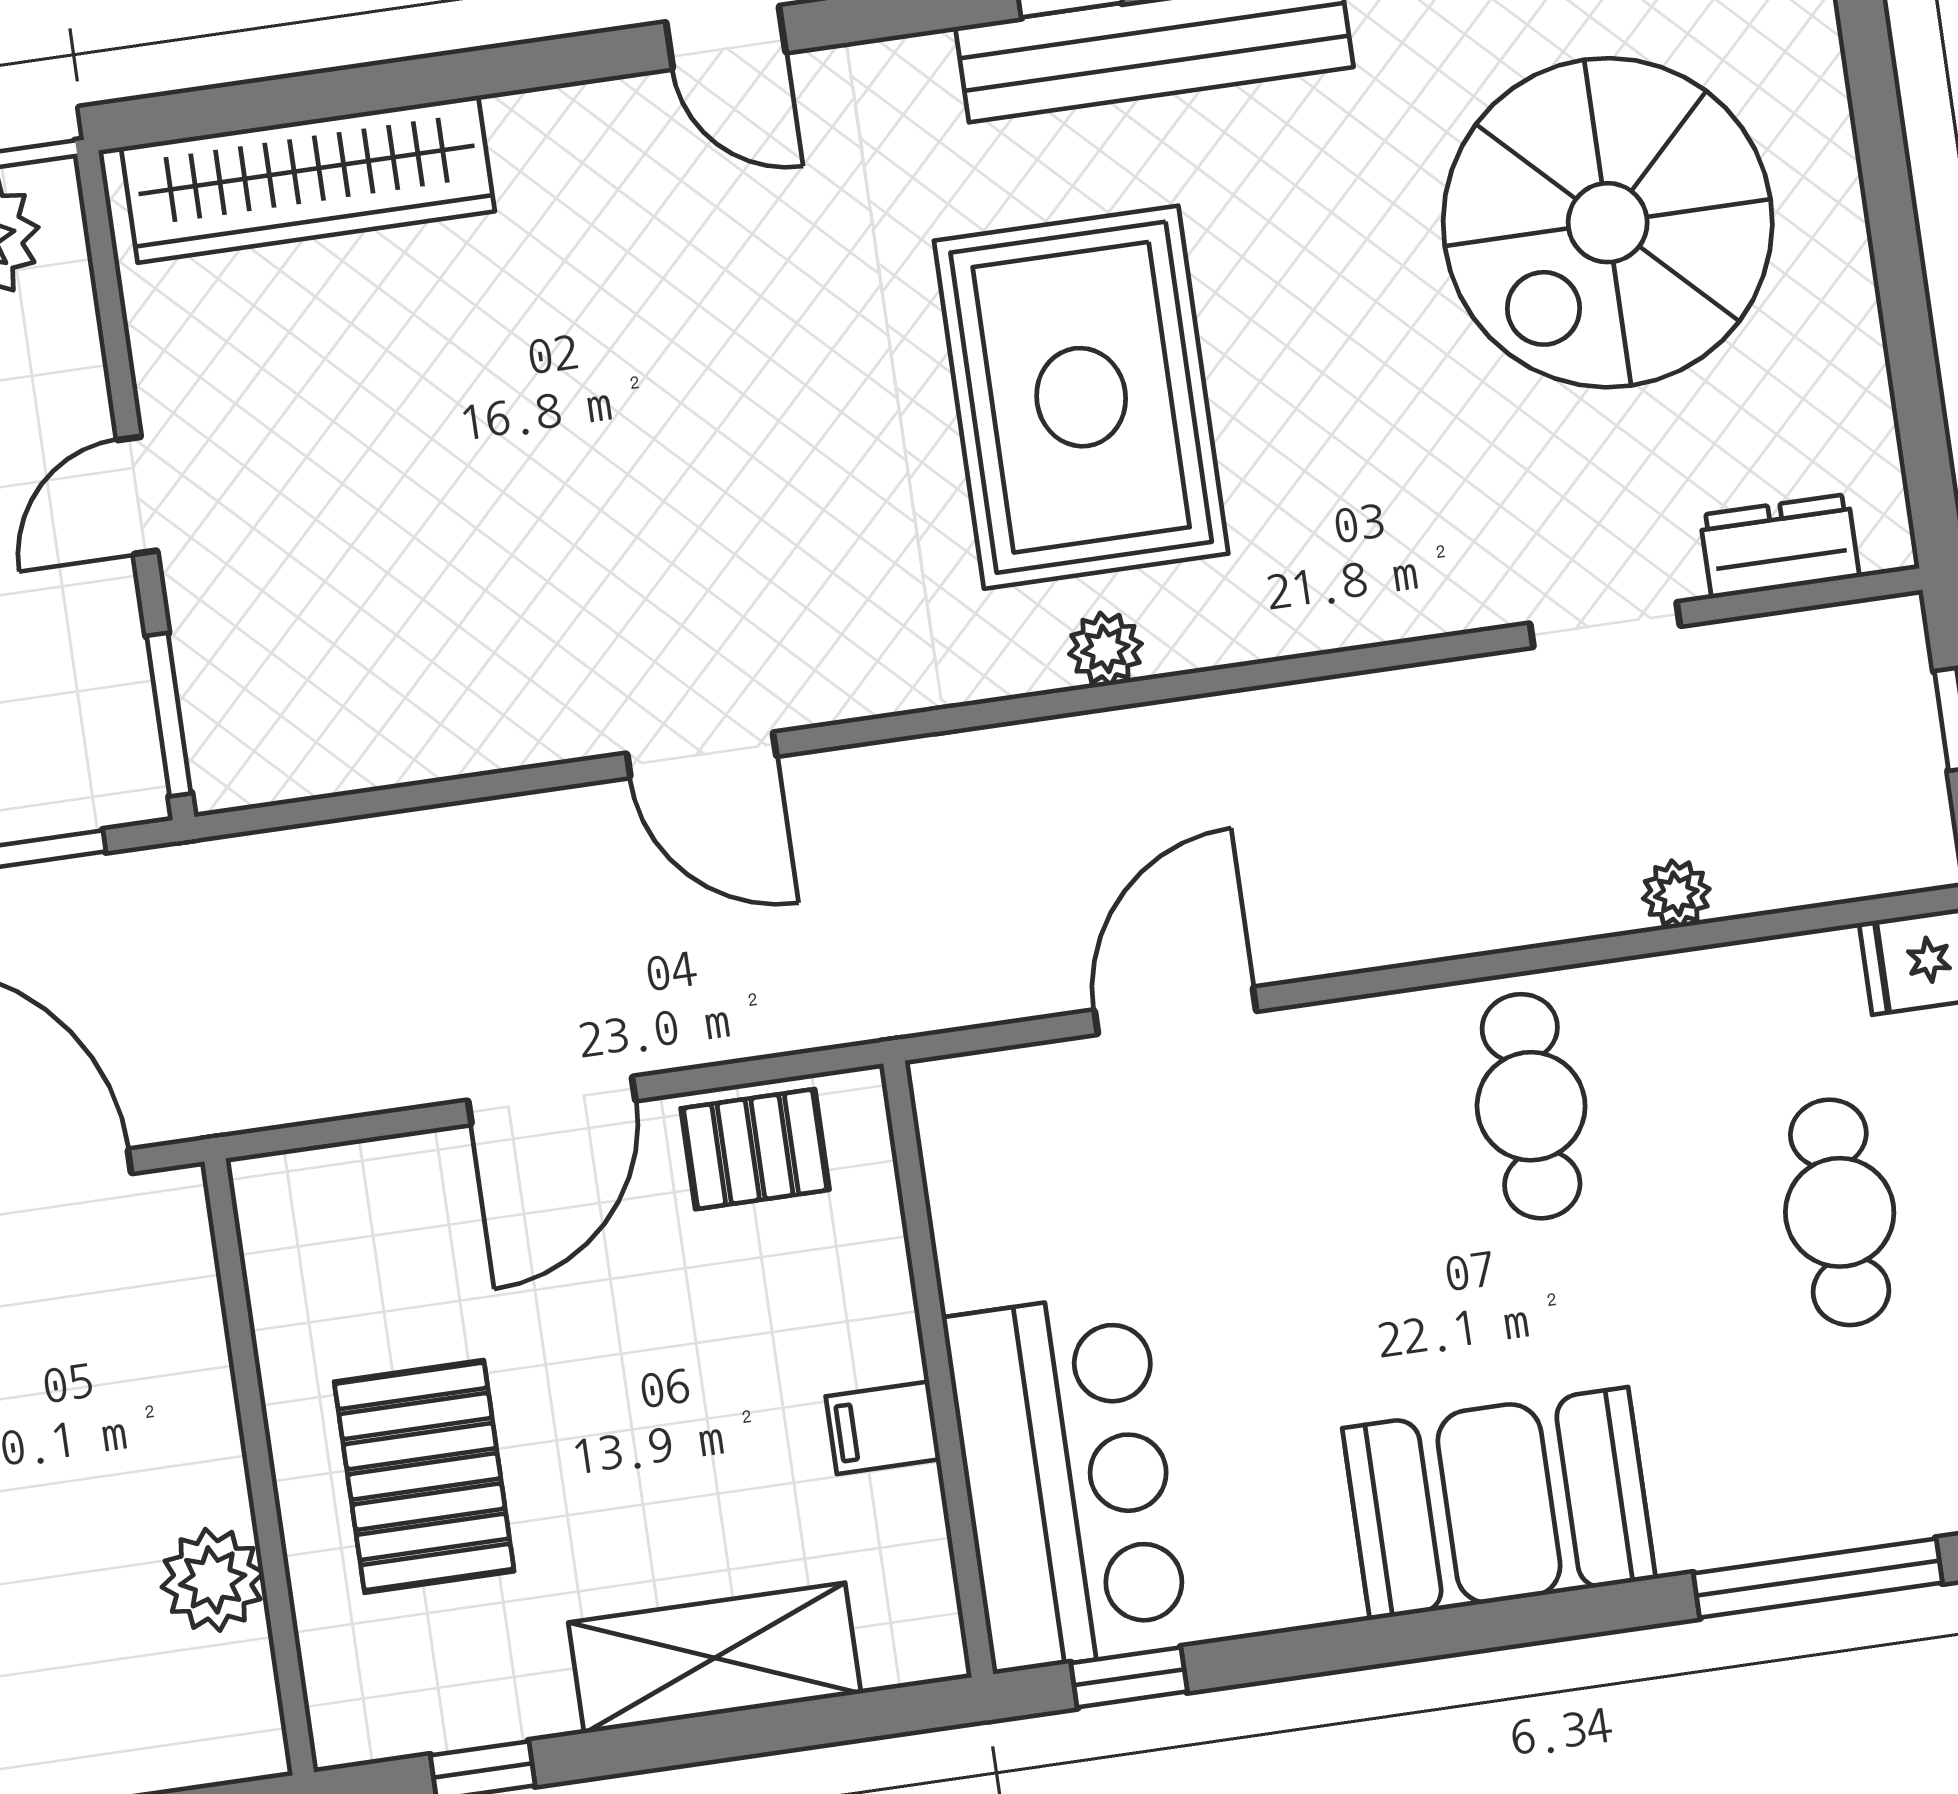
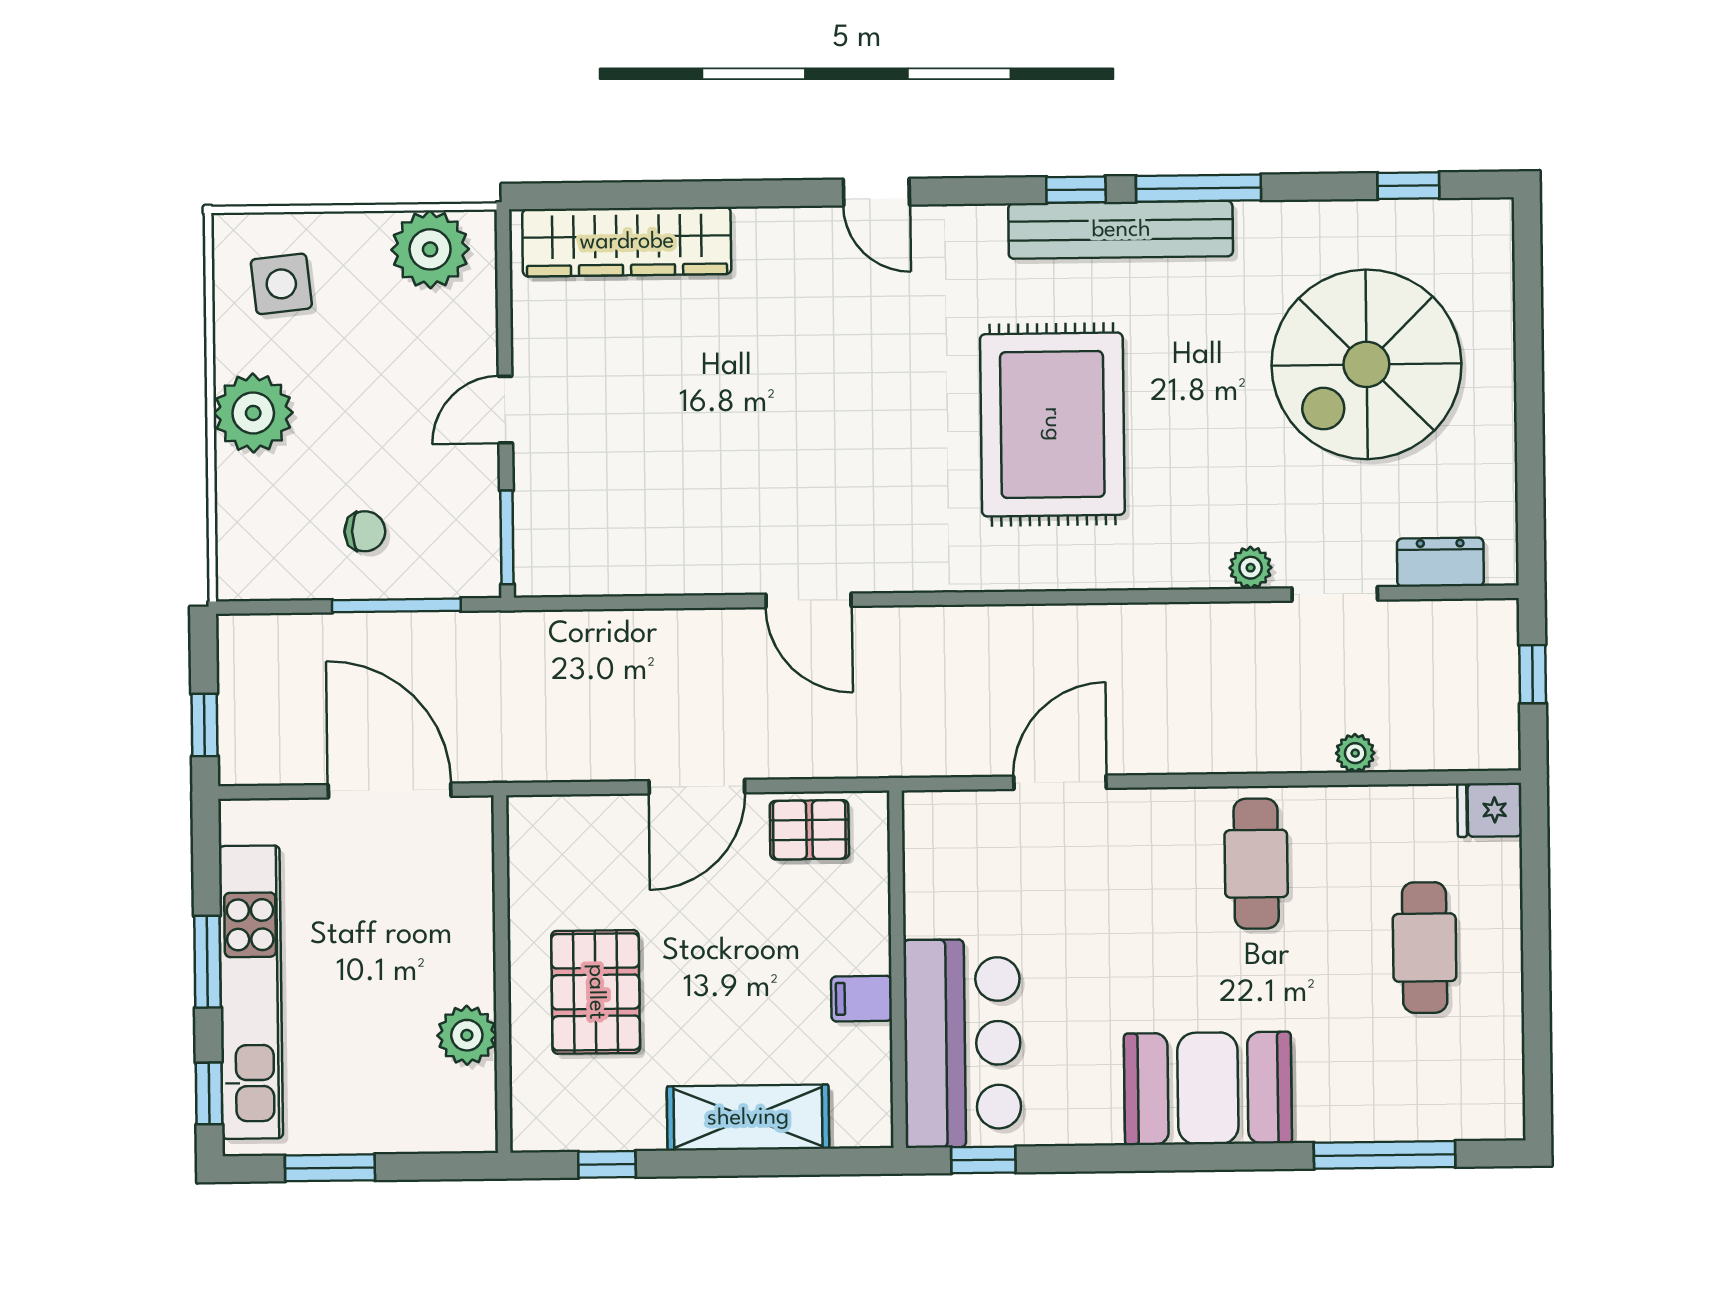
plant: (1105, 649) -> (1251, 568), moved

